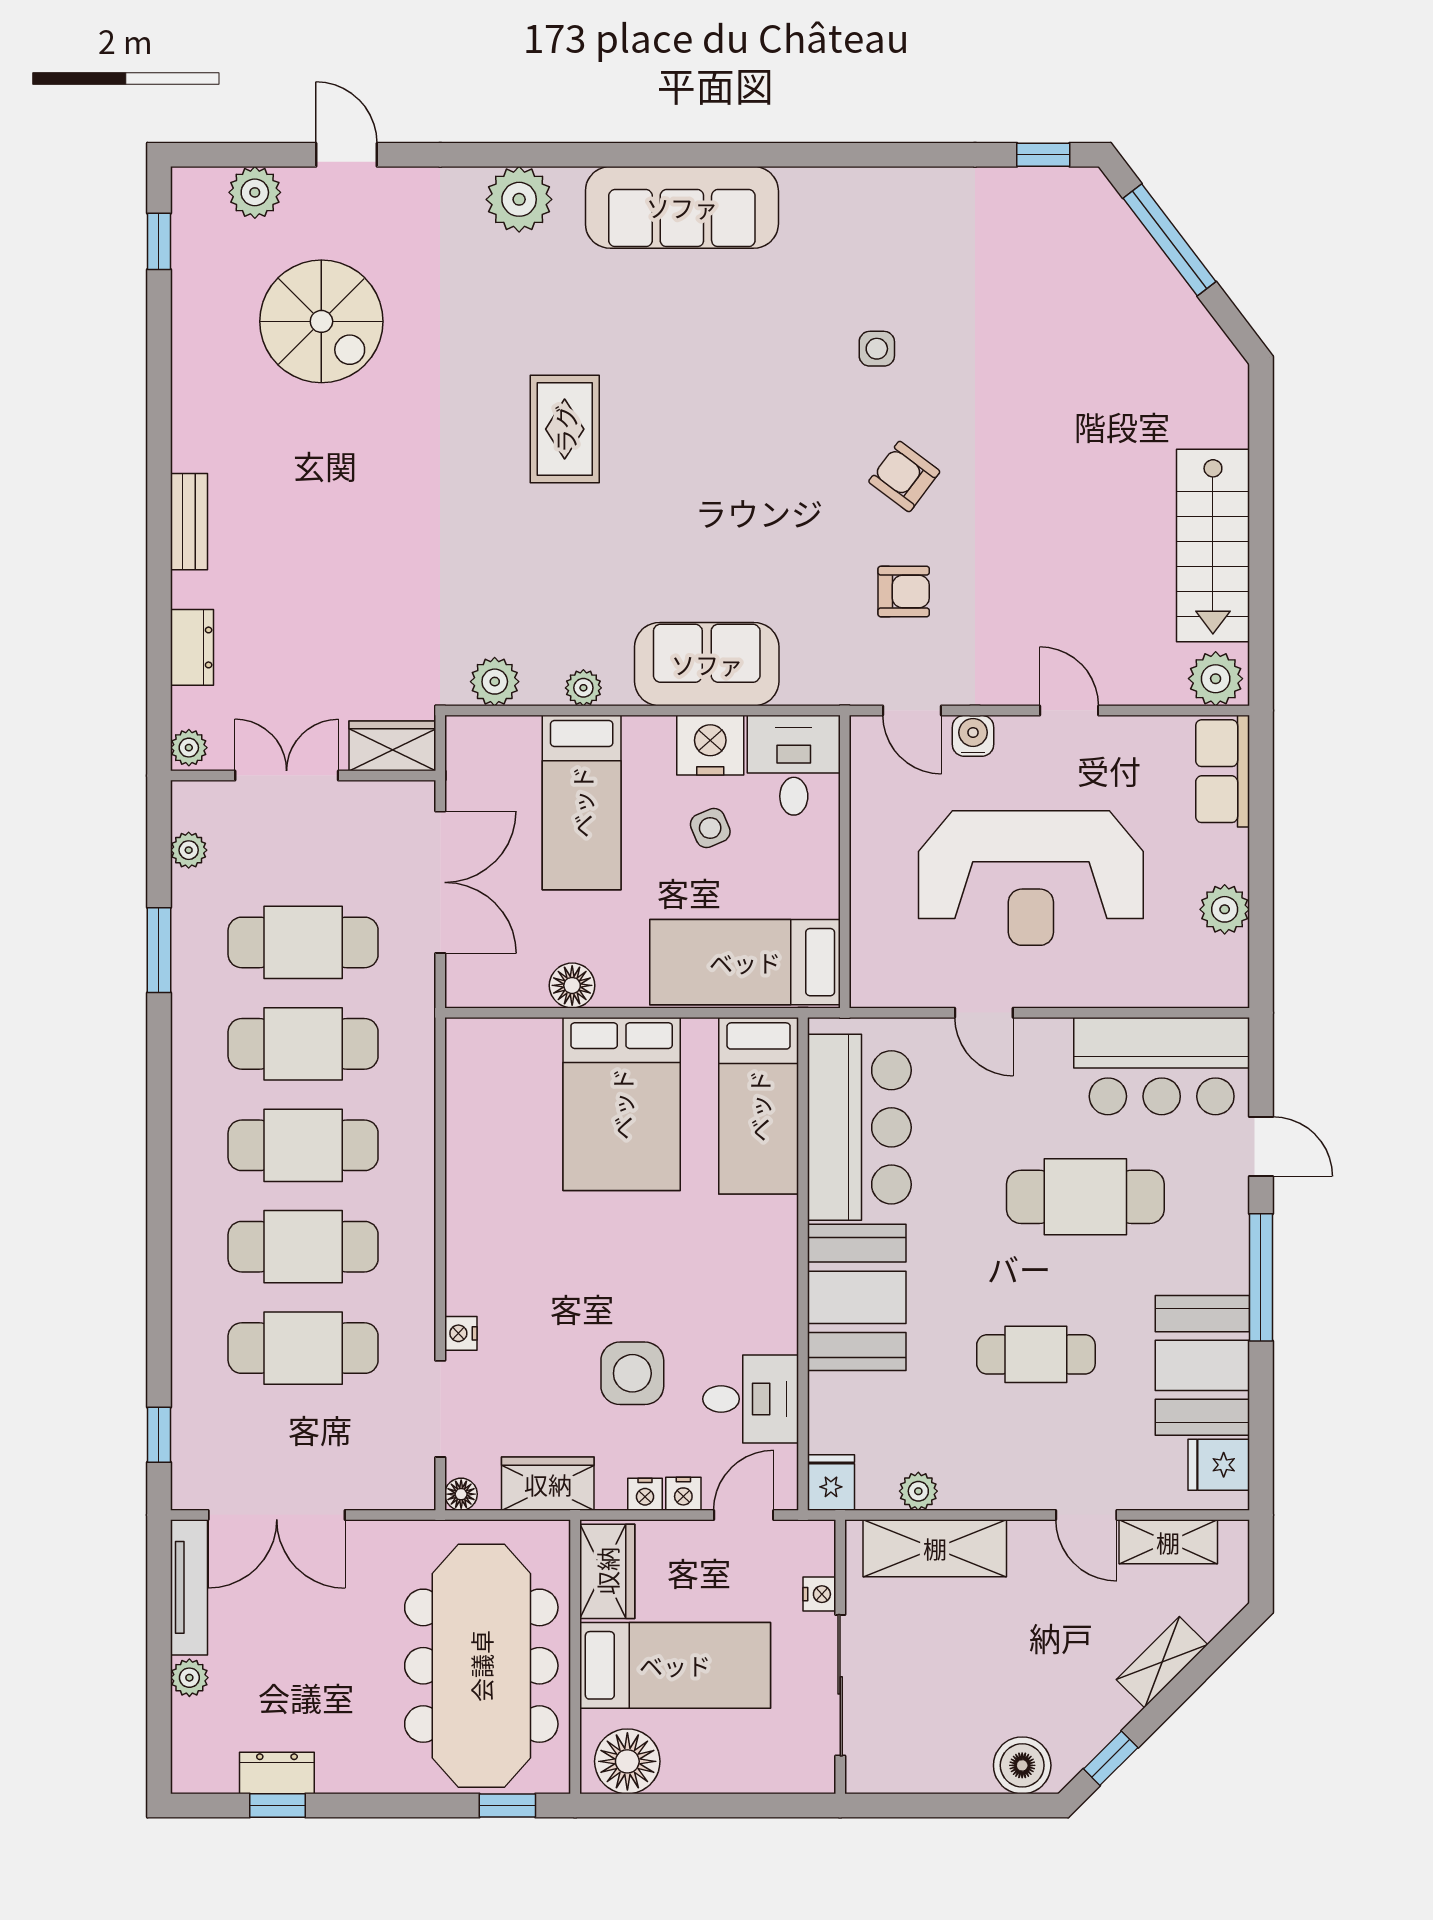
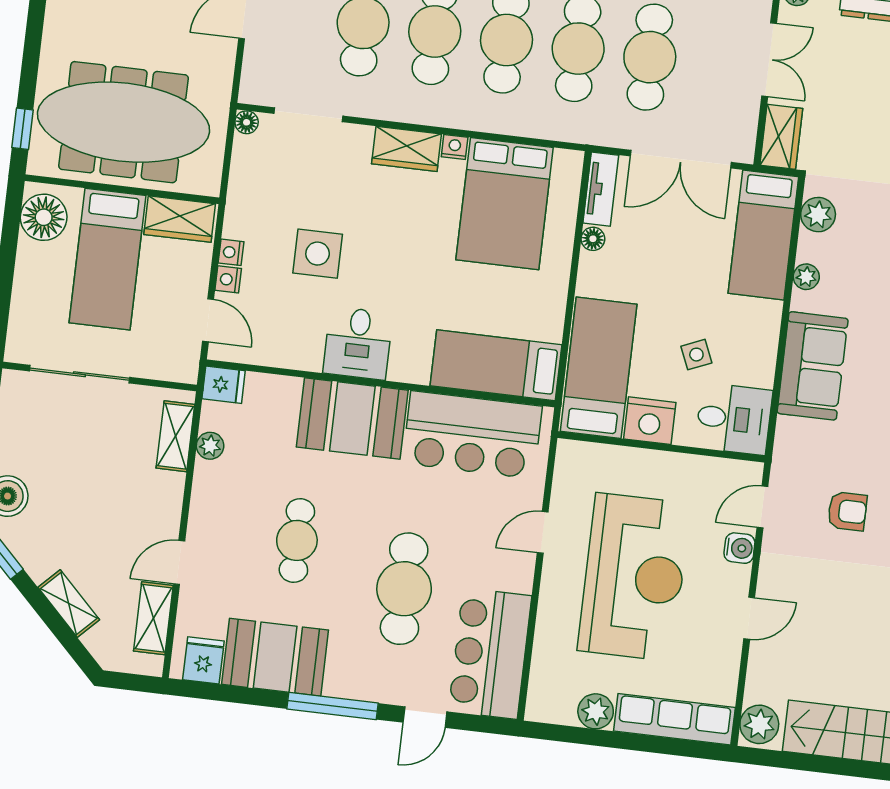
armchair: (904, 592) -> (847, 511), turned -90
nightstand: (710, 745) -> (650, 421), moved, turned 90
row of seats: (1223, 771) -> (674, 719), width x1.48
bed: (582, 802) -> (763, 235), moved, turned -90
reception desk: (1031, 878) -> (634, 577), turned 180
floor lamp: (572, 985) -> (593, 239), width x0.73, depth x0.73
tv unit: (495, 989) -> (601, 189), added
bed: (622, 1104) -> (505, 204), moved, turned -90
nightstand: (461, 1333) -> (455, 147), moved
desk: (751, 1399) -> (358, 343), moved
wardrobe: (548, 1484) -> (407, 149), moved, turned 90
shelving: (935, 1548) -> (175, 436), width x0.67, depth x0.75
nightstand: (819, 1594) -> (146, 367), removed

